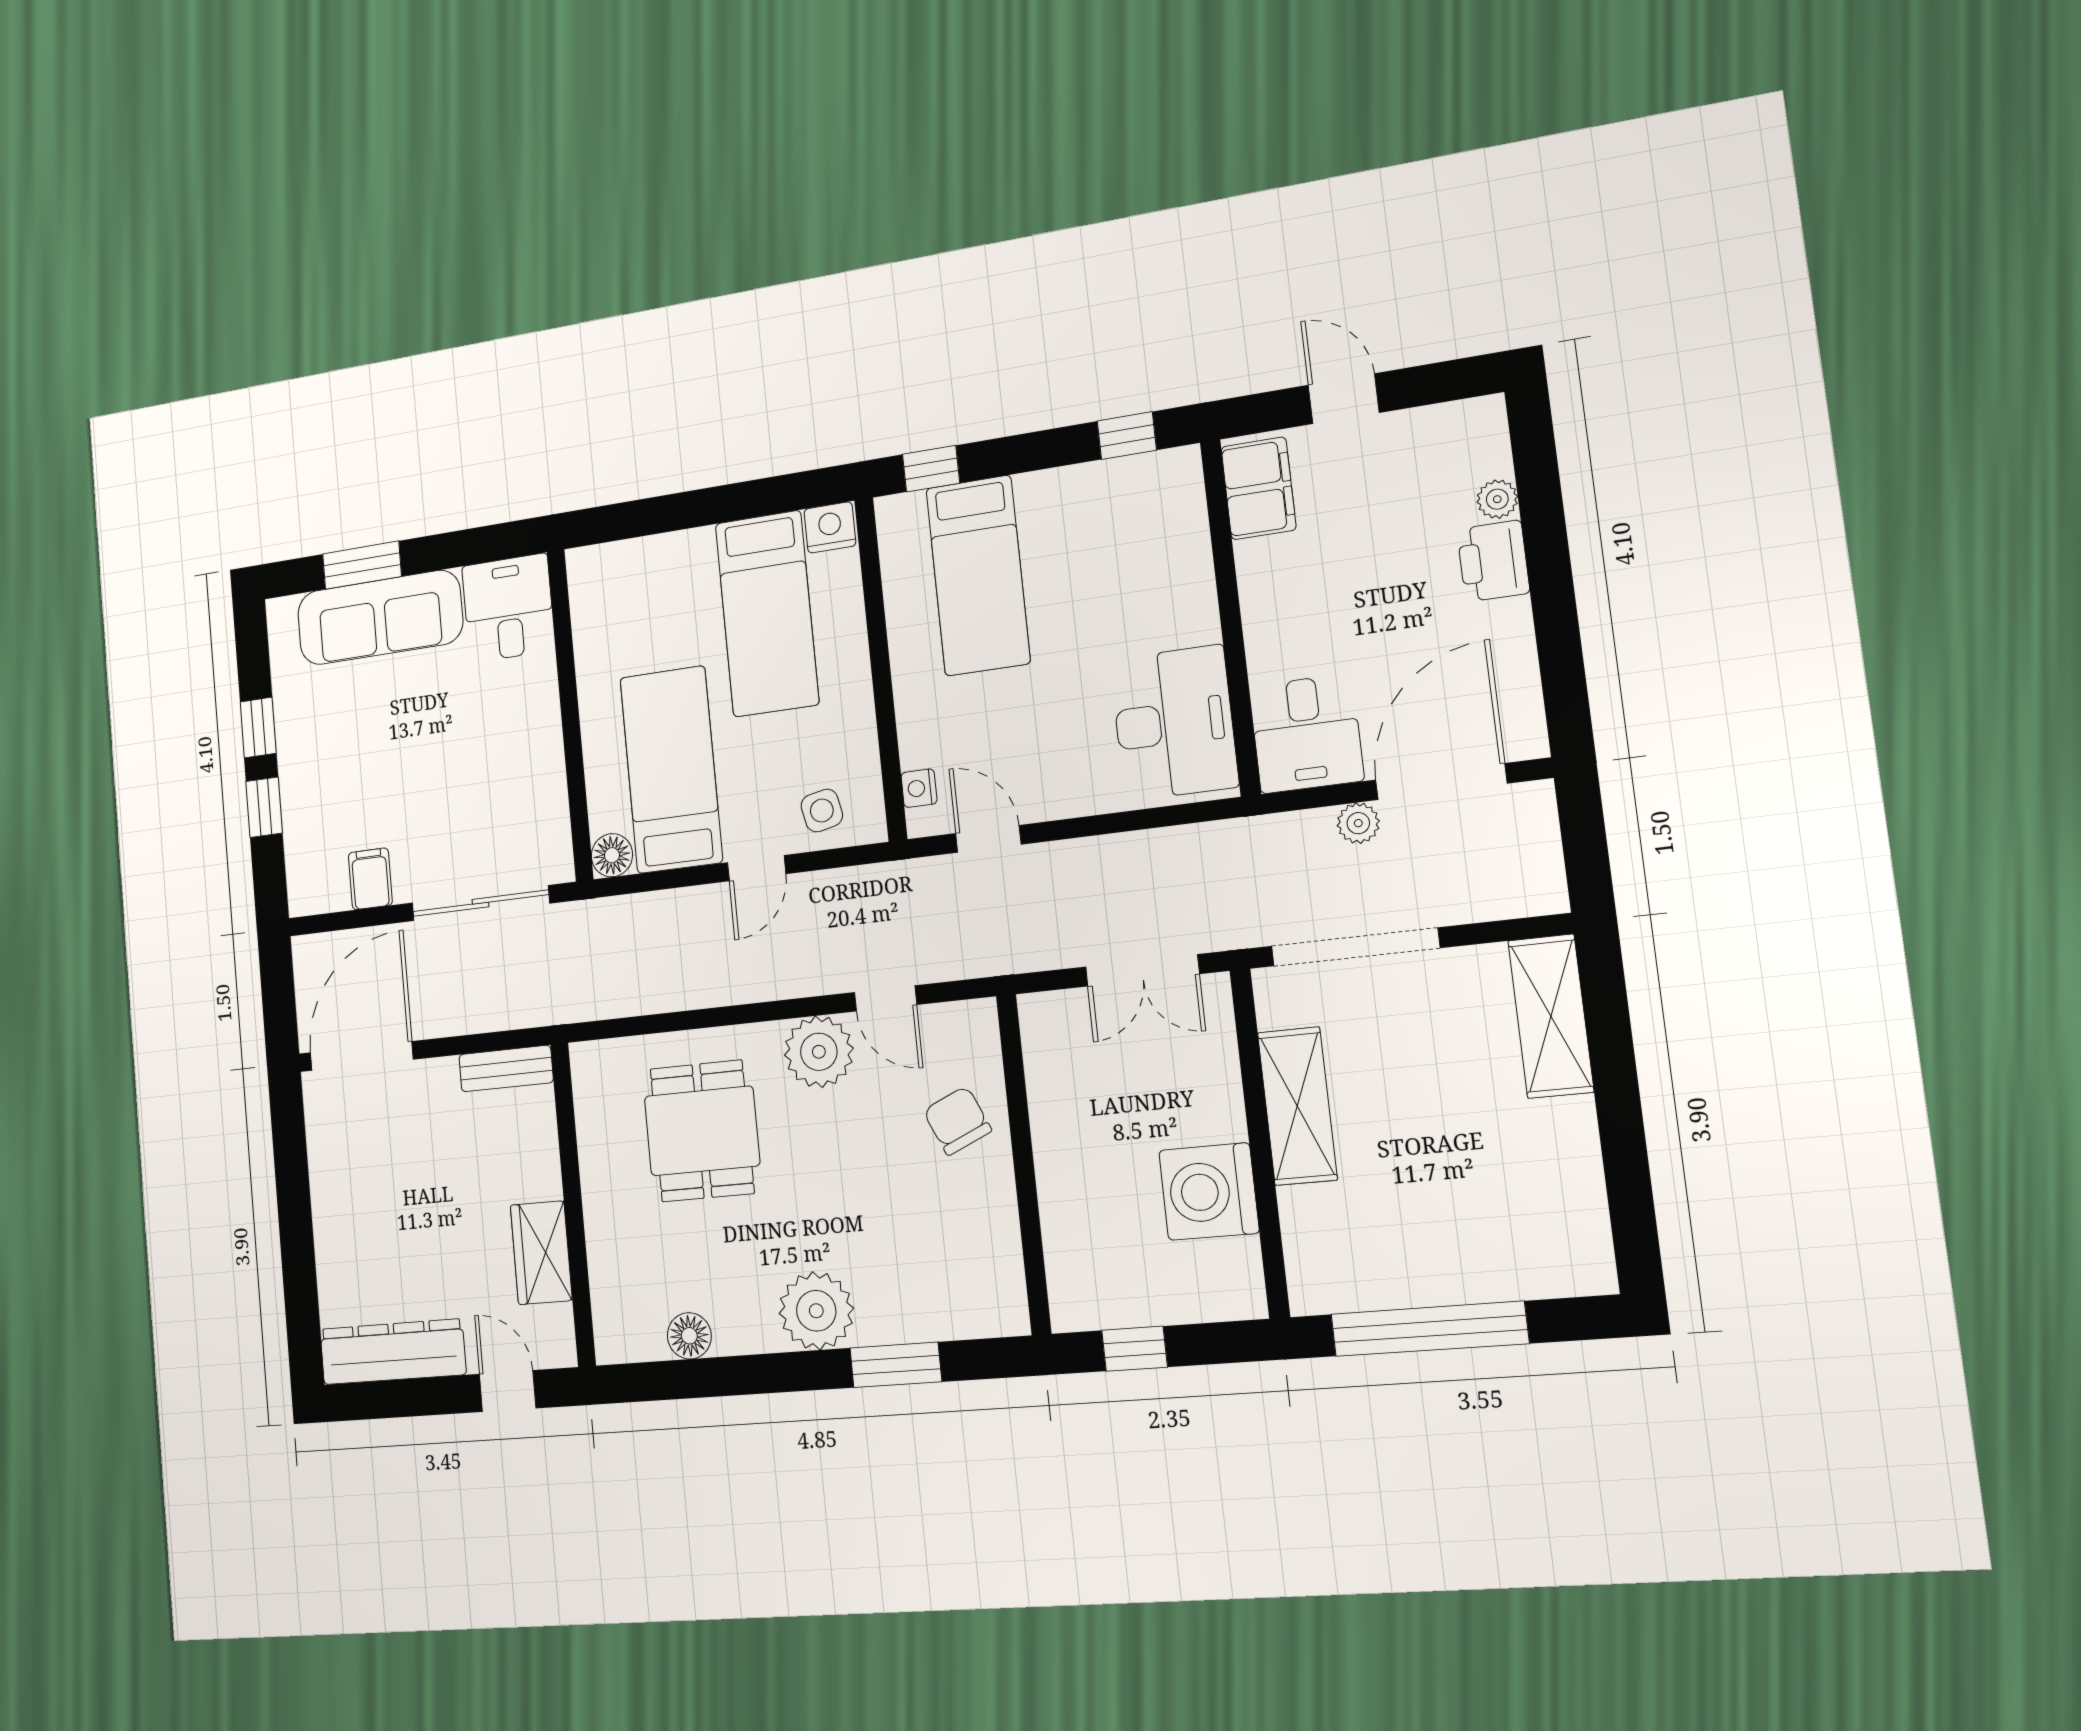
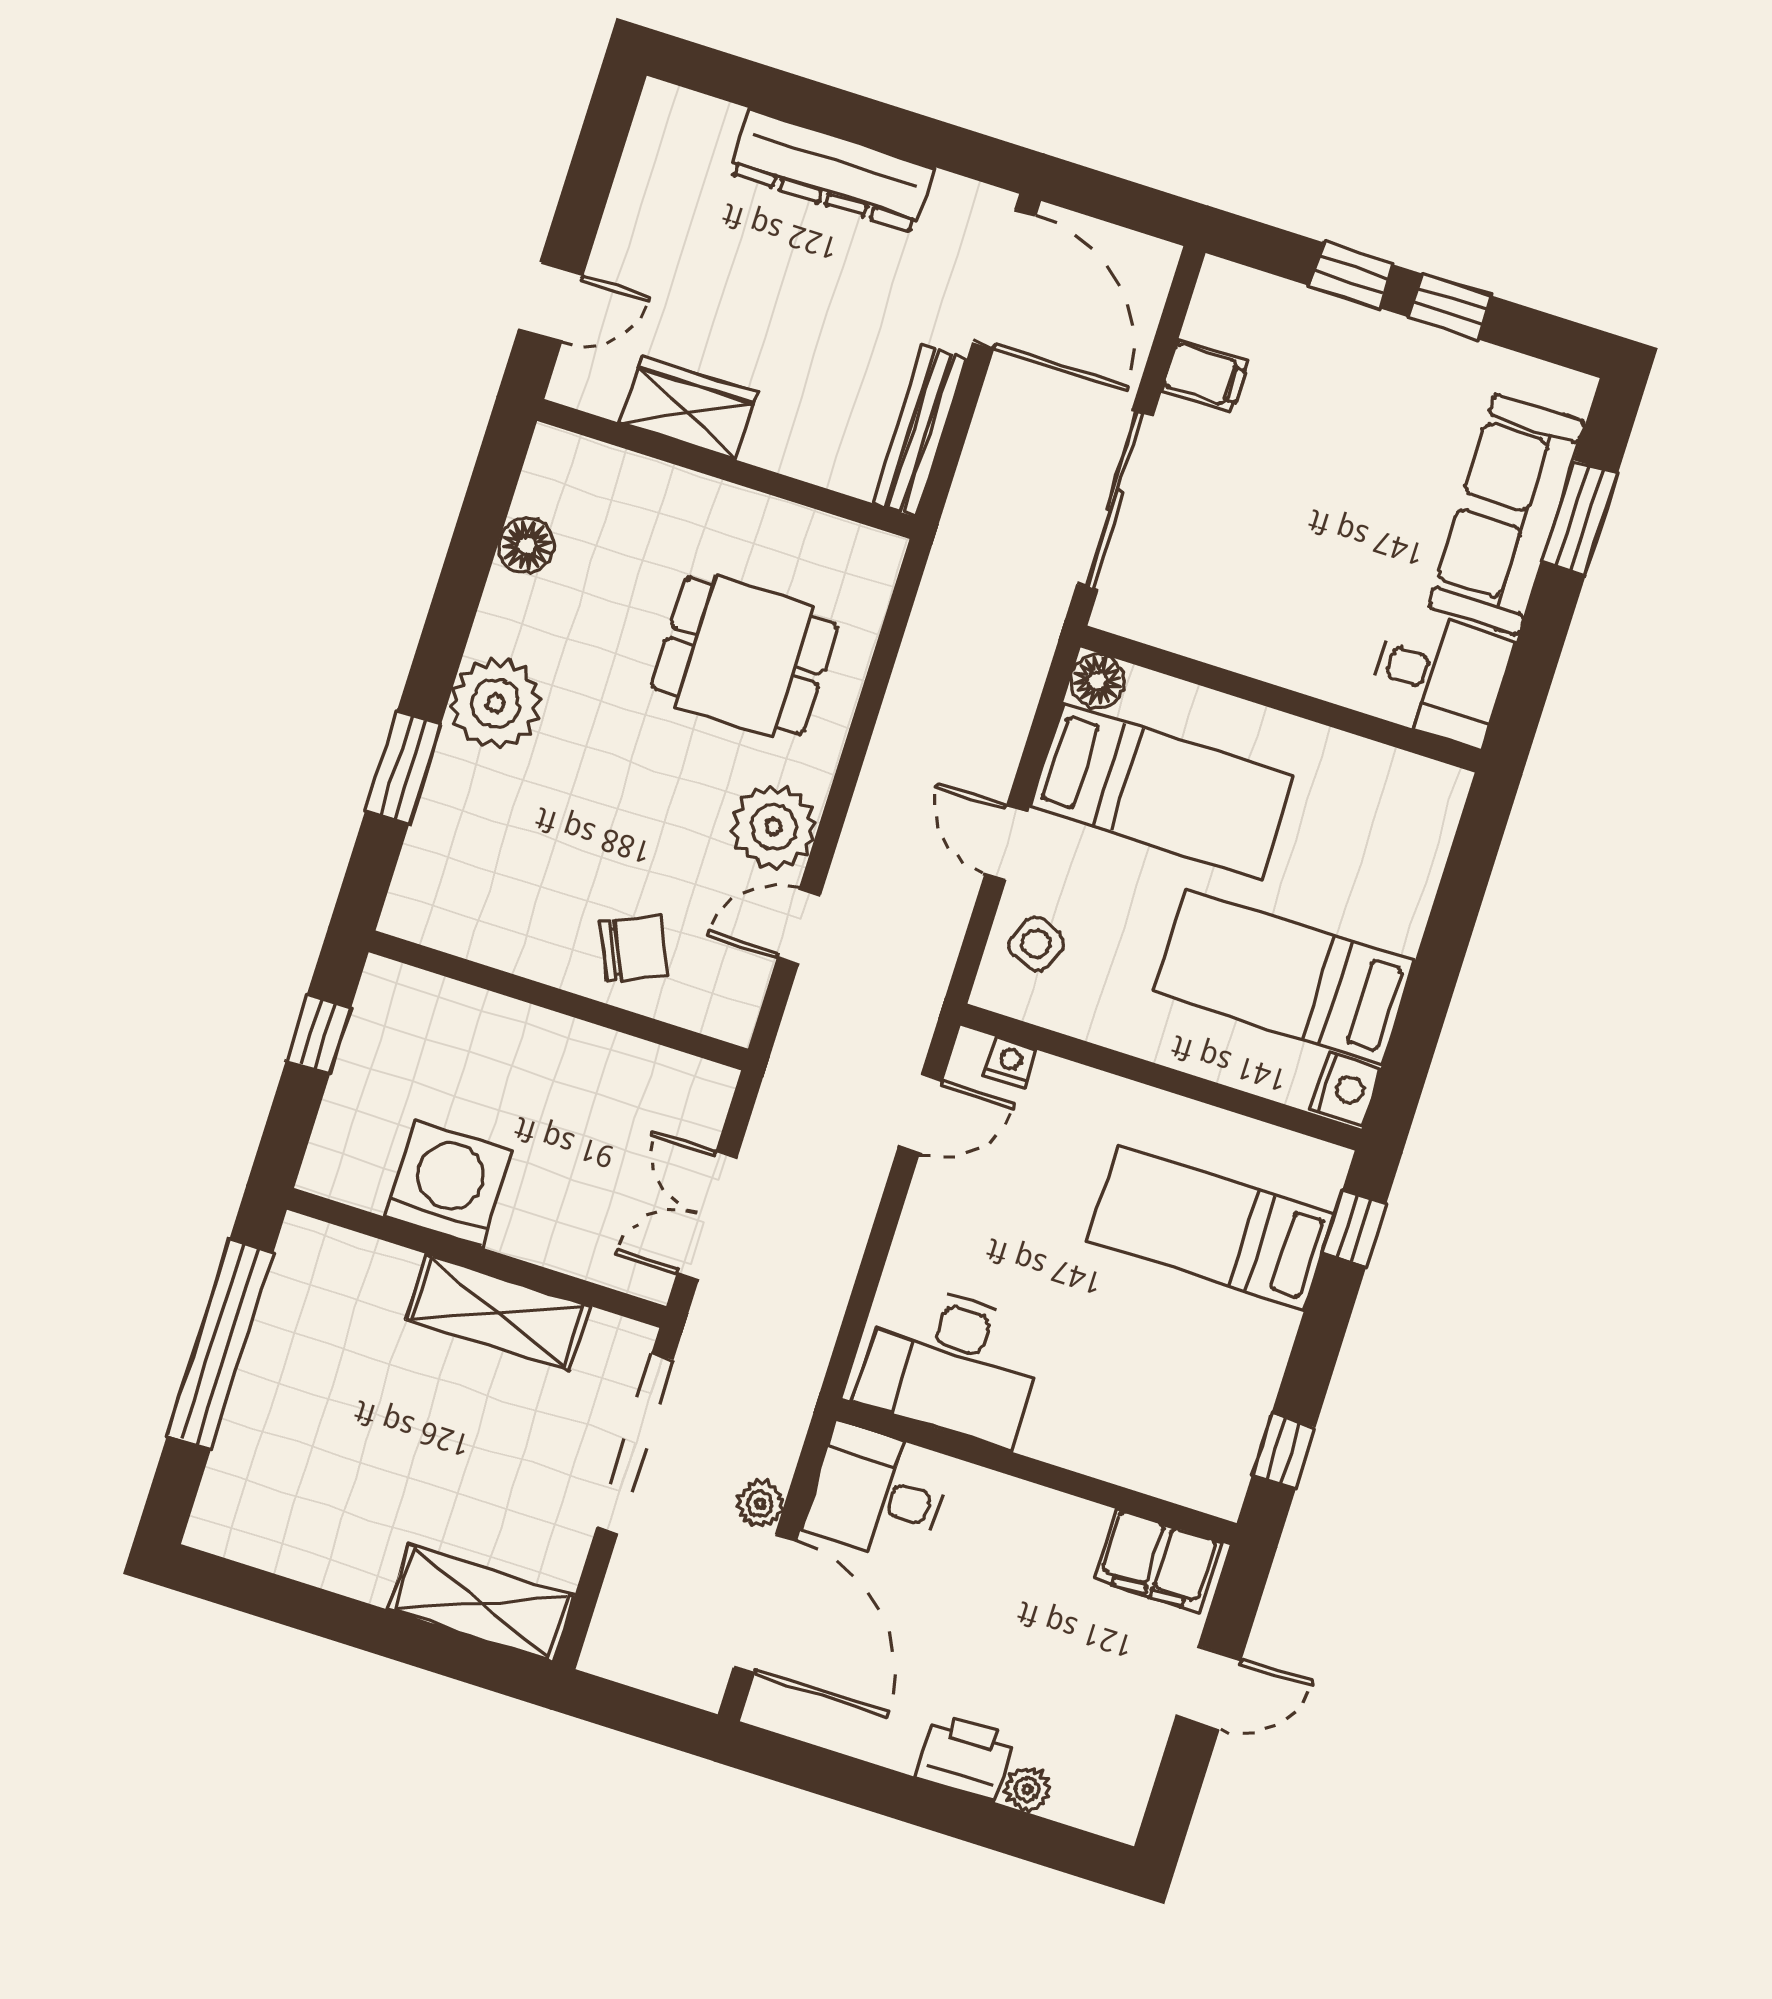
side table: (822, 811) -> (1036, 944), turned 35
bench: (506, 1069) -> (920, 431), width x1.36
dresser: (393, 1352) -> (832, 171), moved, turned 90

